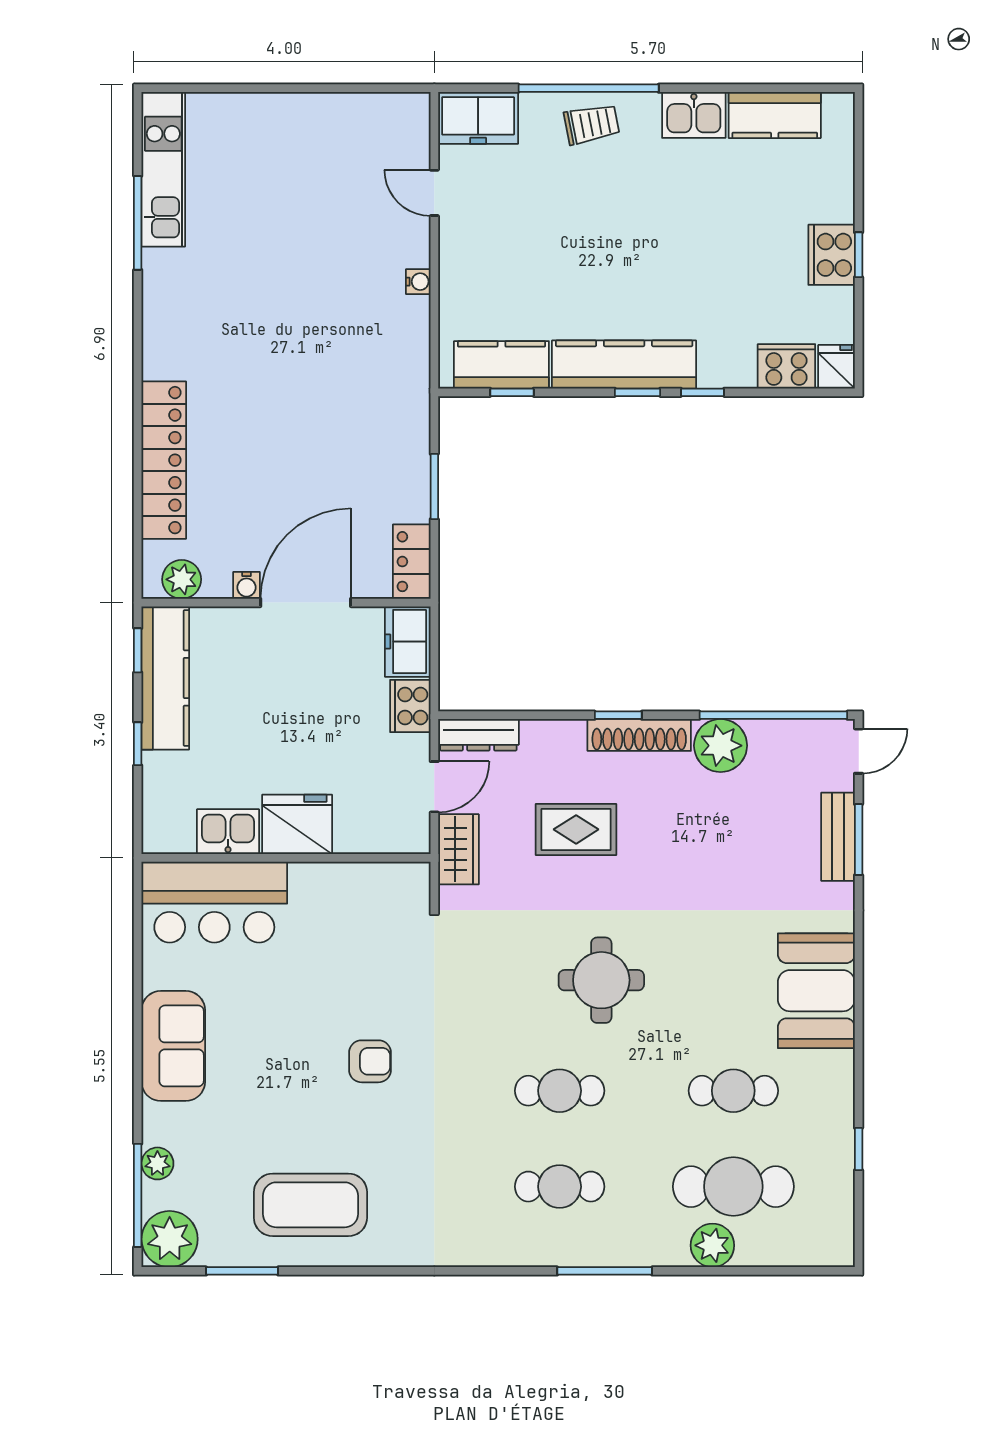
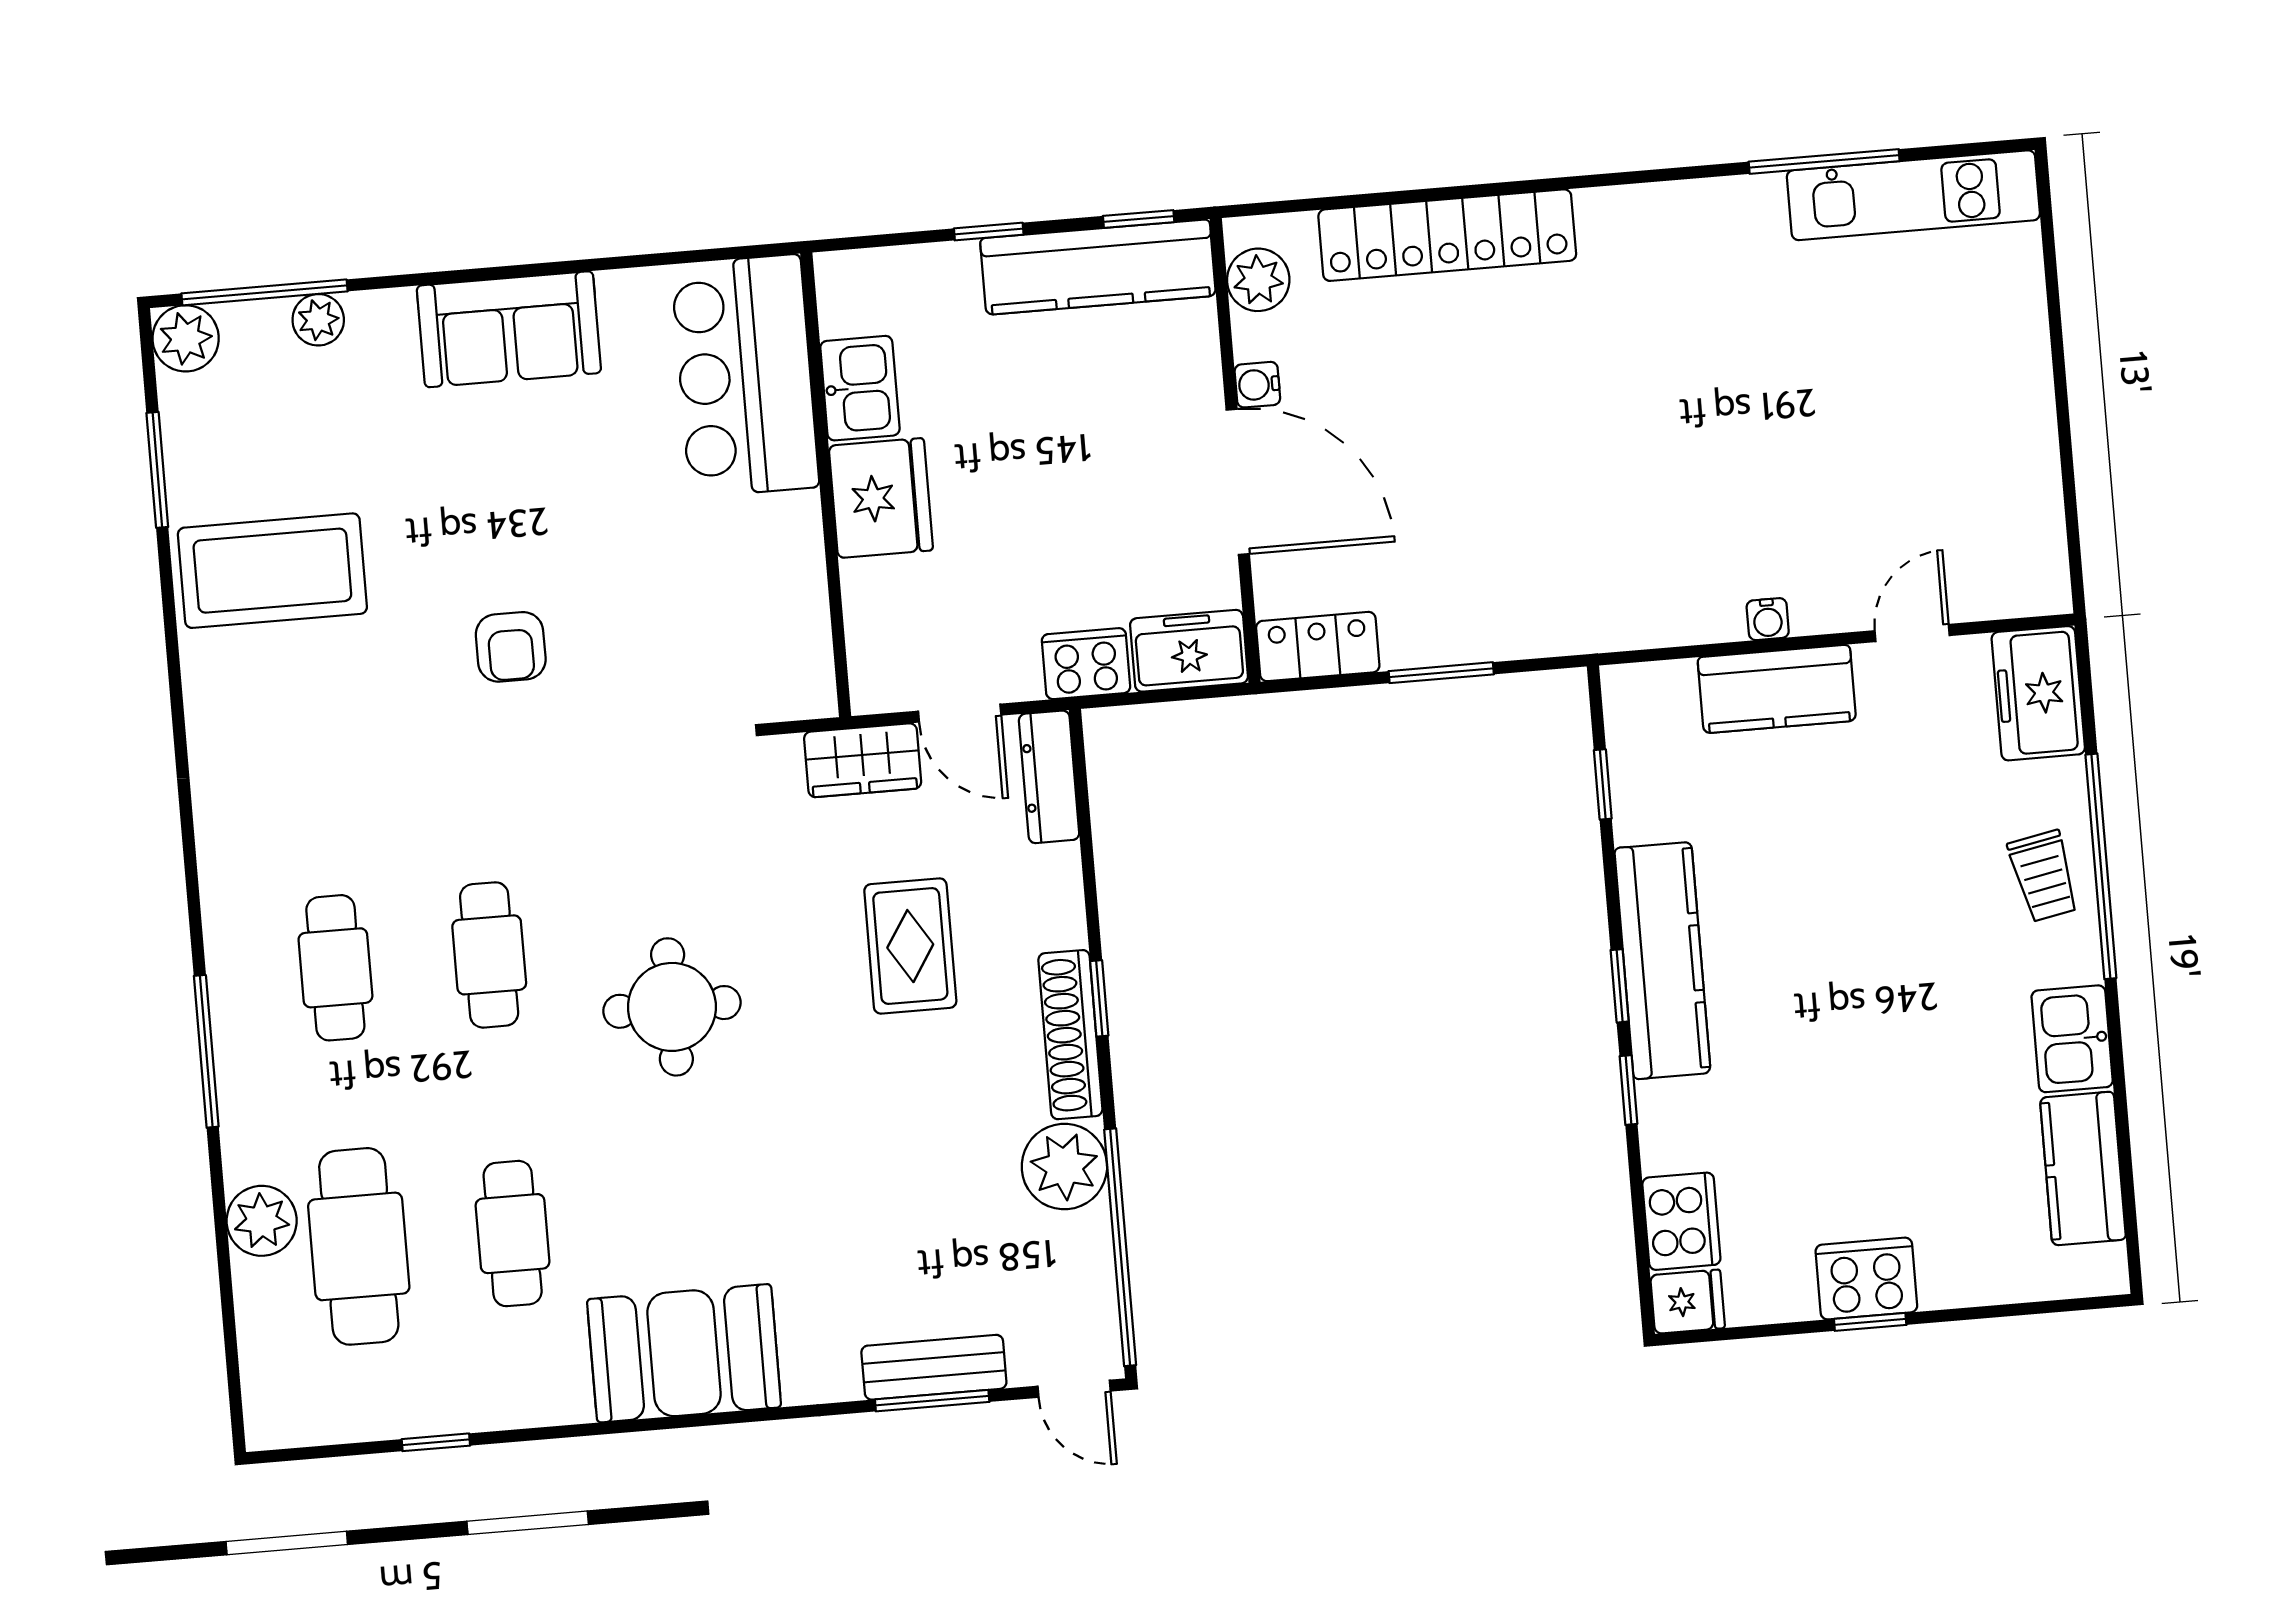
kitchen counter: (501, 365) -> (1777, 689), moved, turned 90
coffee table: (310, 1205) -> (272, 571), turned 90
plant: (170, 1239) -> (186, 338), width x0.73, depth x0.73

